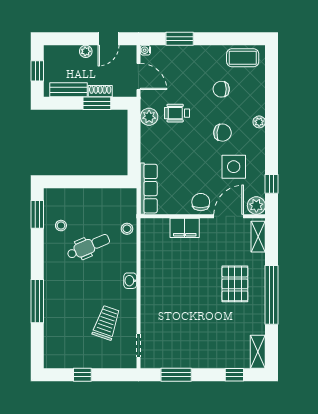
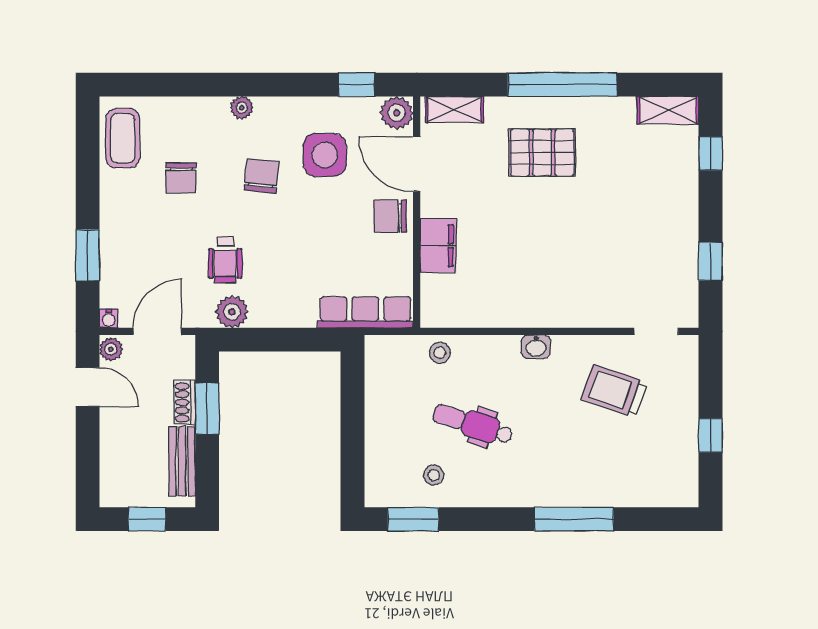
plant: (86, 51) -> (111, 349), moved
dental chair: (88, 247) -> (473, 424), turned -49
window: (176, 375) -> (710, 261), width x0.67

